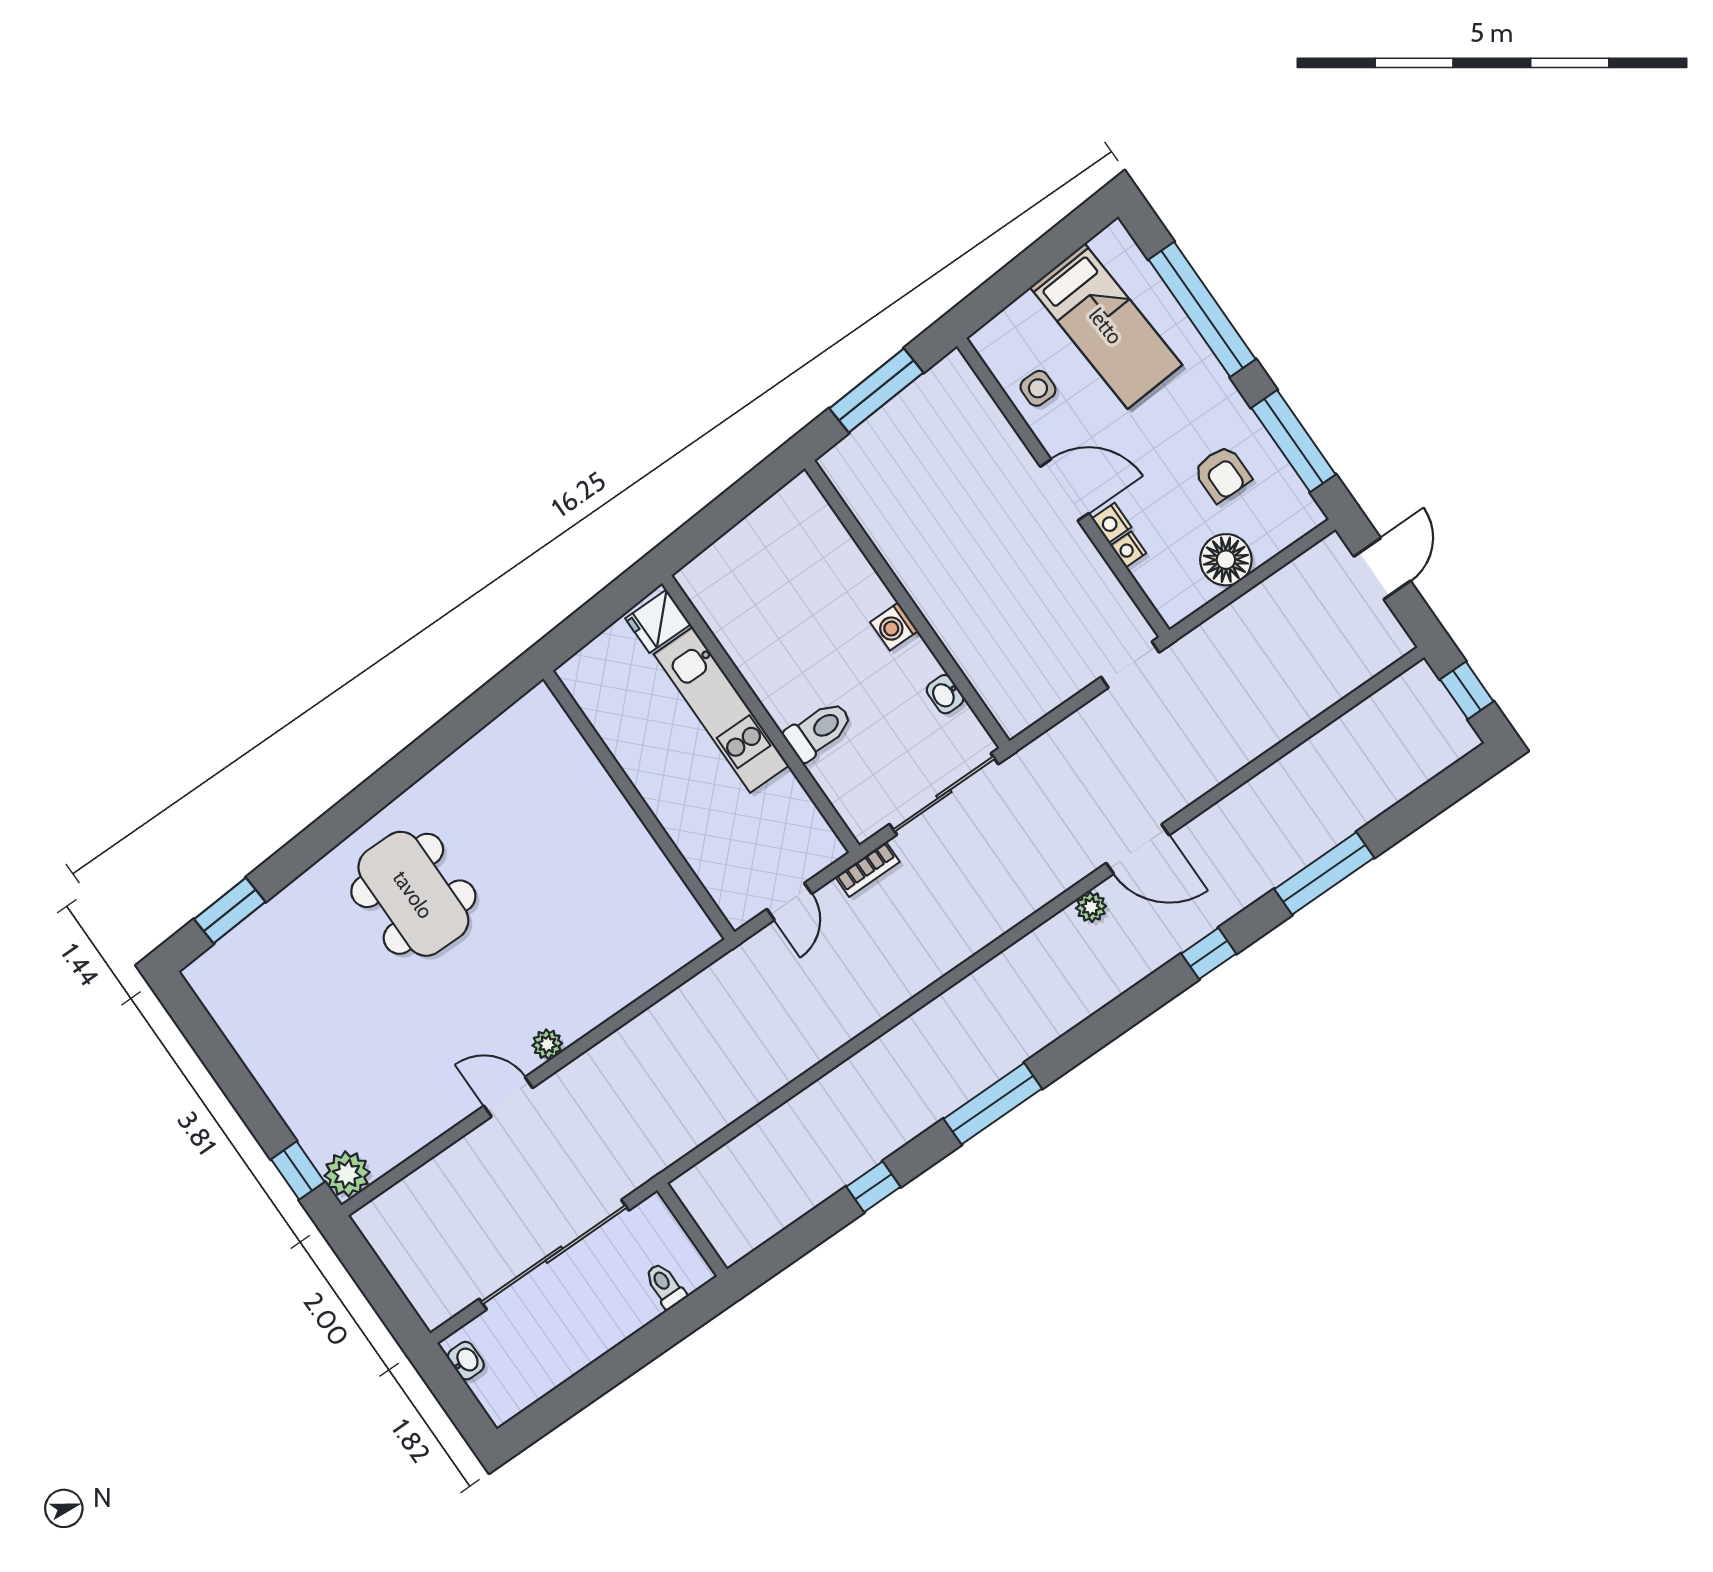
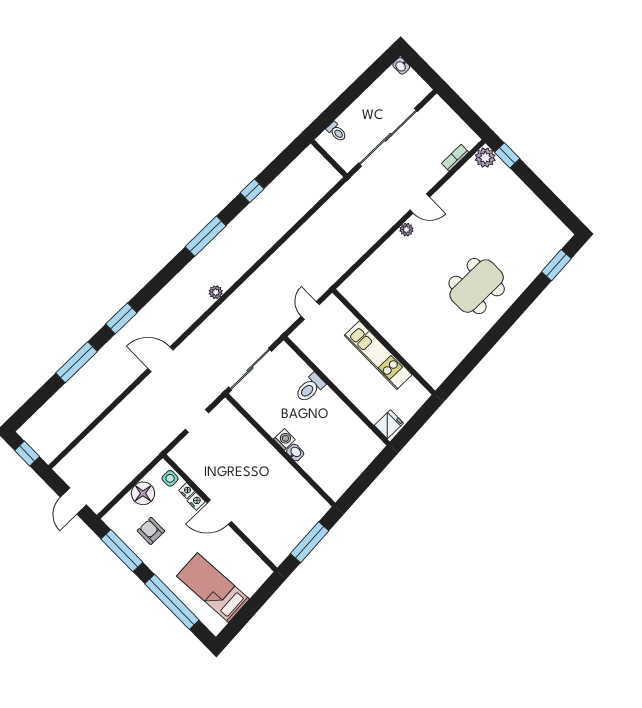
side table: (1038, 388) -> (170, 478), moved
doorway: (1130, 665) -> (197, 421), moved
washbasin: (945, 694) -> (295, 453), moved
kitchen unit: (721, 710) -> (378, 355), moved, turned 180
bookcase: (868, 869) -> (455, 158), moved
dining table: (413, 894) -> (477, 286), turned 90
plant: (1091, 907) -> (216, 292), moved
window: (1209, 954) -> (121, 318), width x1.50
washbasin: (466, 1361) -> (401, 66), moved

